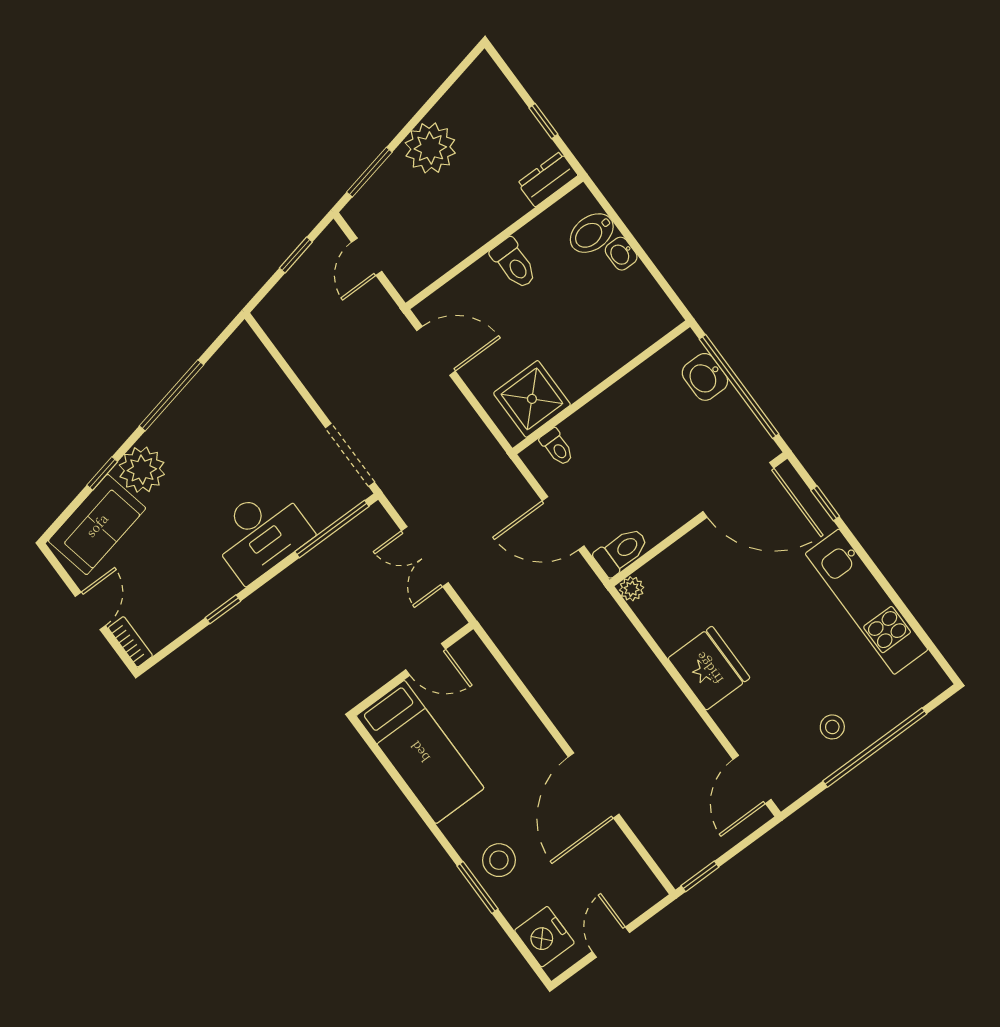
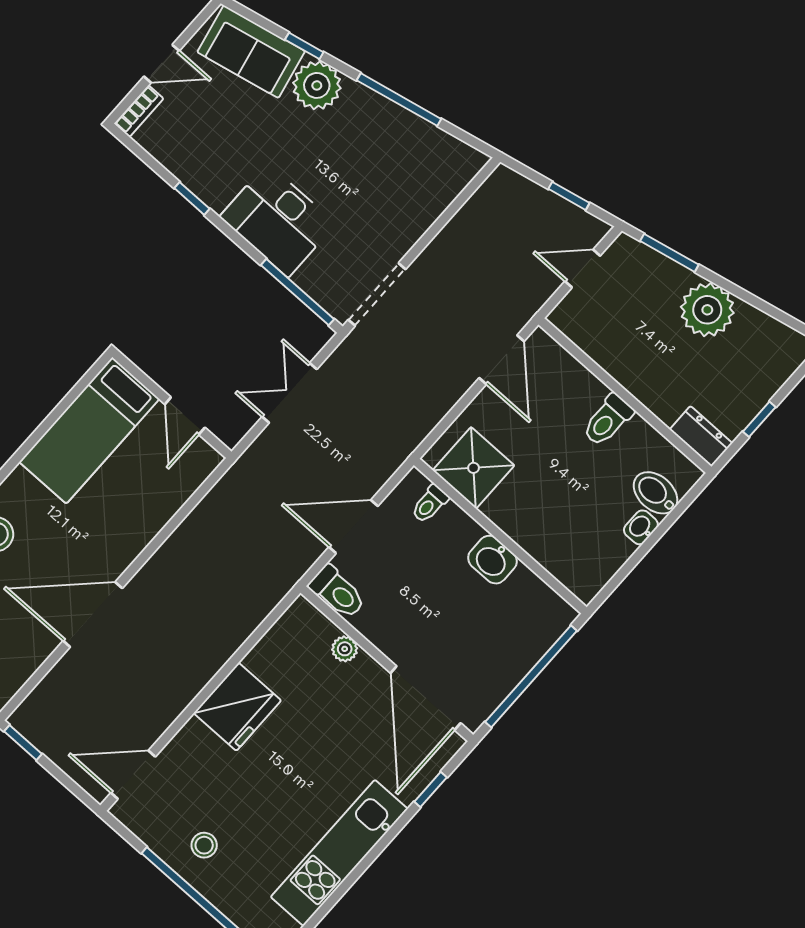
washbasin: (705, 377) -> (492, 560), moved, turned -90
door: (563, 523) -> (353, 527), hinge flipped
plant: (632, 589) -> (345, 649), moved

